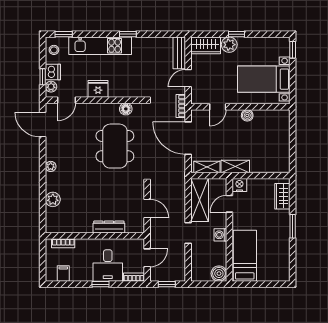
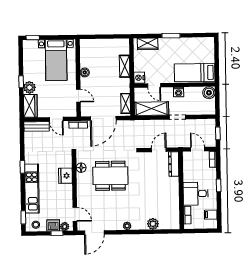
fridge: (98, 89) -> (65, 176), moved
shelving: (235, 166) -> (125, 66), moved
dresser: (109, 227) -> (174, 164), moved
desk: (108, 265) -> (196, 194), moved, turned 180

